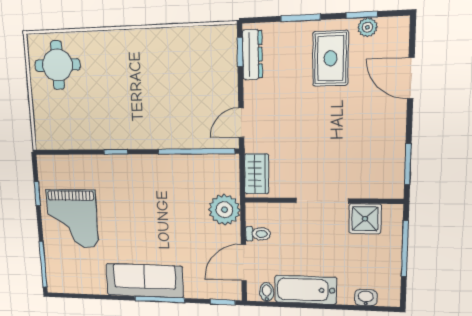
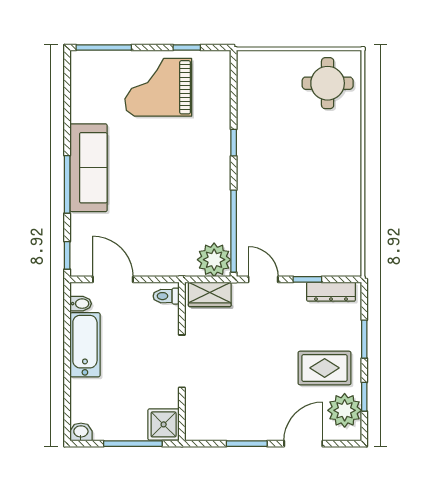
plant: (367, 27) -> (345, 410), width x1.88, depth x1.88
window: (240, 52) -> (307, 279), moved
window: (408, 164) -> (247, 444), moved
plant: (224, 210) -> (214, 260), moved
shower: (365, 219) -> (164, 424), moved
toilet: (258, 234) -> (166, 296), moved, turned 90
washbasin: (366, 298) -> (81, 432), moved, turned -90

